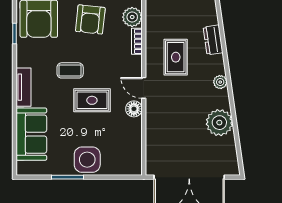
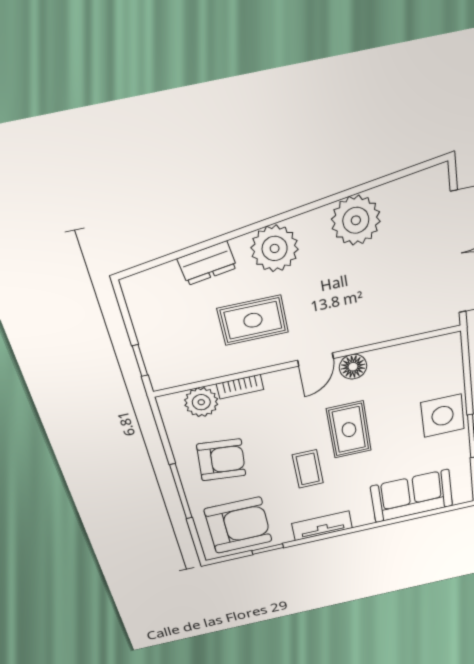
plant: (220, 82) -> (275, 248), width x1.87, depth x1.87
tv unit: (24, 87) -> (322, 526), moved

